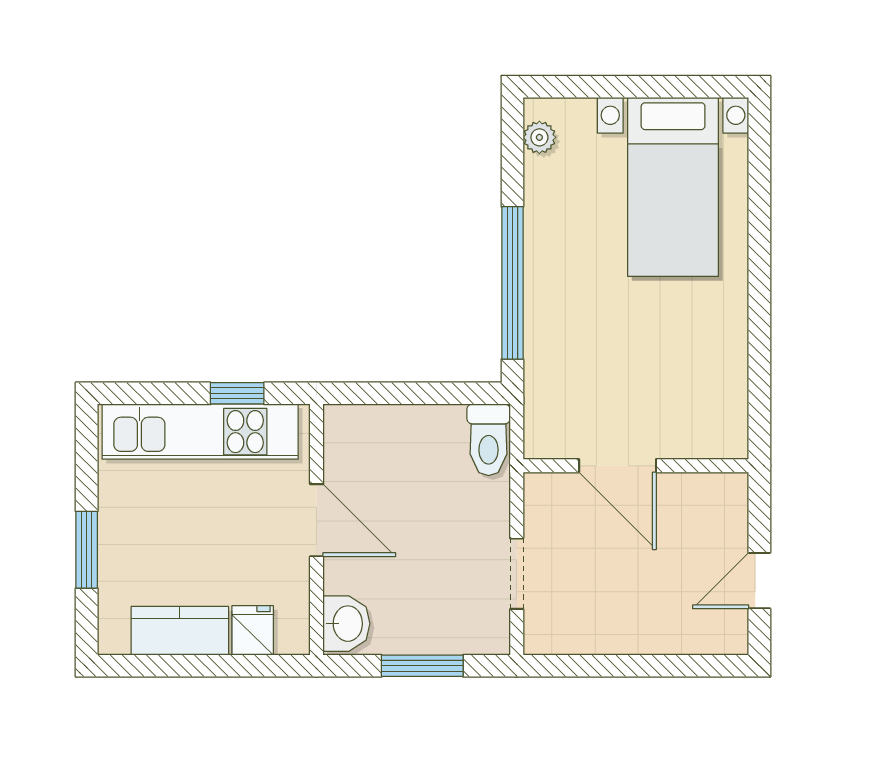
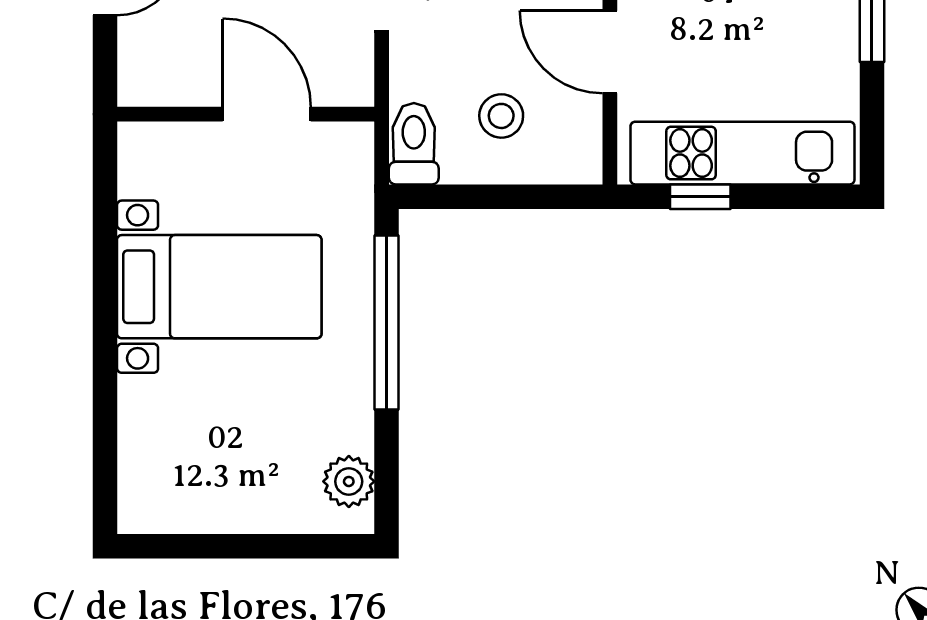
plant: (539, 137) -> (349, 481), width x1.38, depth x1.38
bed with nightstands: (673, 187) -> (219, 287), moved, turned 90
stool: (412, 464) -> (501, 116), added

